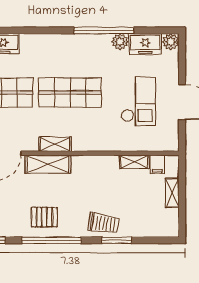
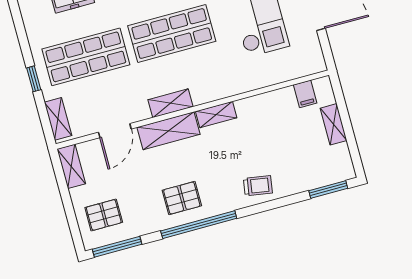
shelving: (134, 162) -> (216, 115), moved
trolley: (104, 223) -> (258, 186), width x0.73, depth x0.72
window: (117, 240) -> (328, 189), moved

